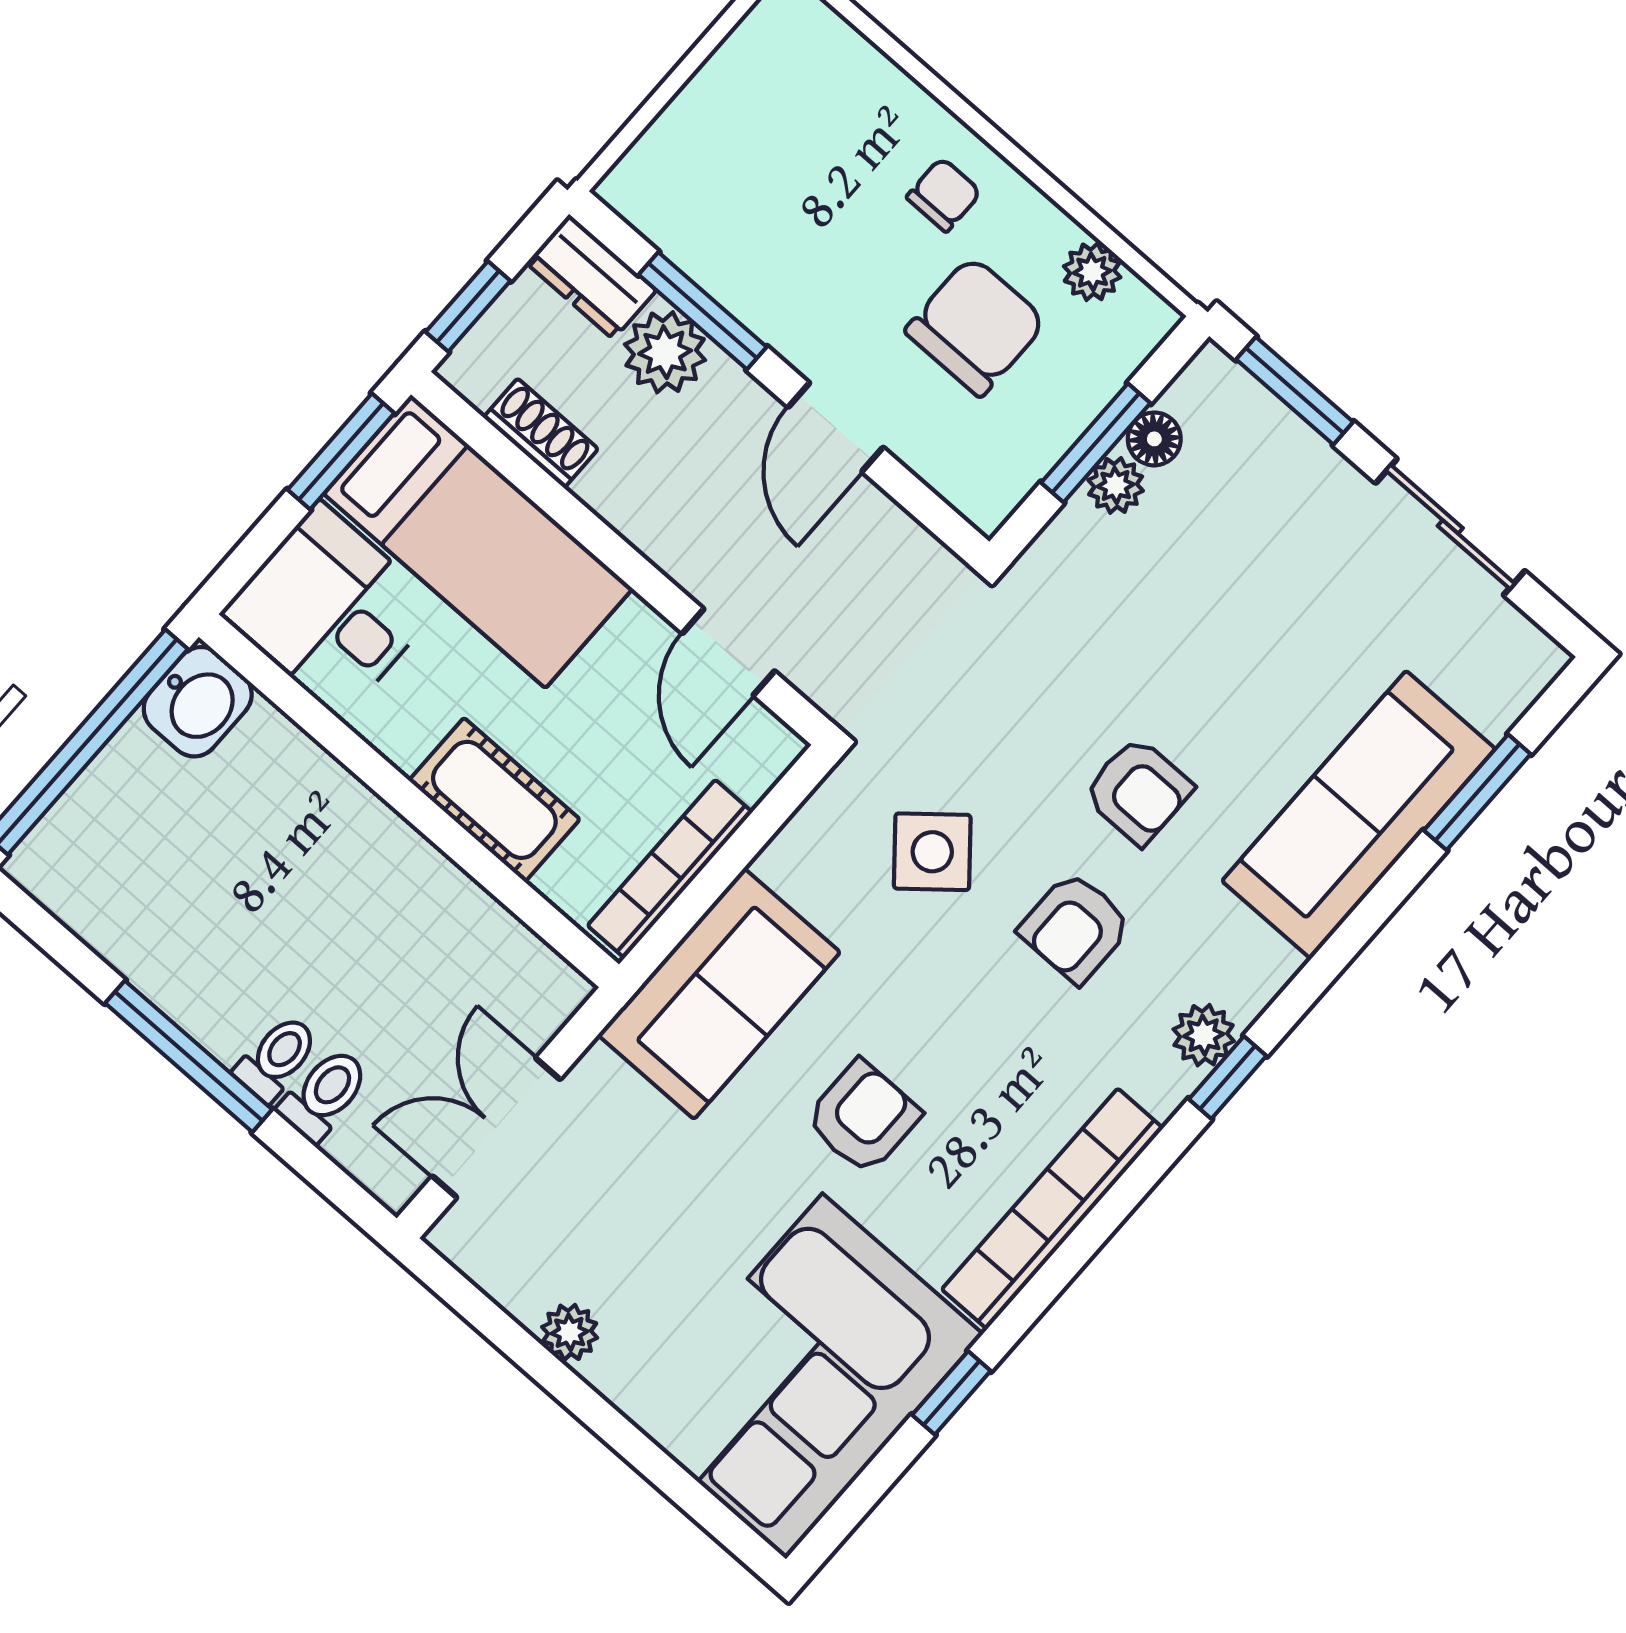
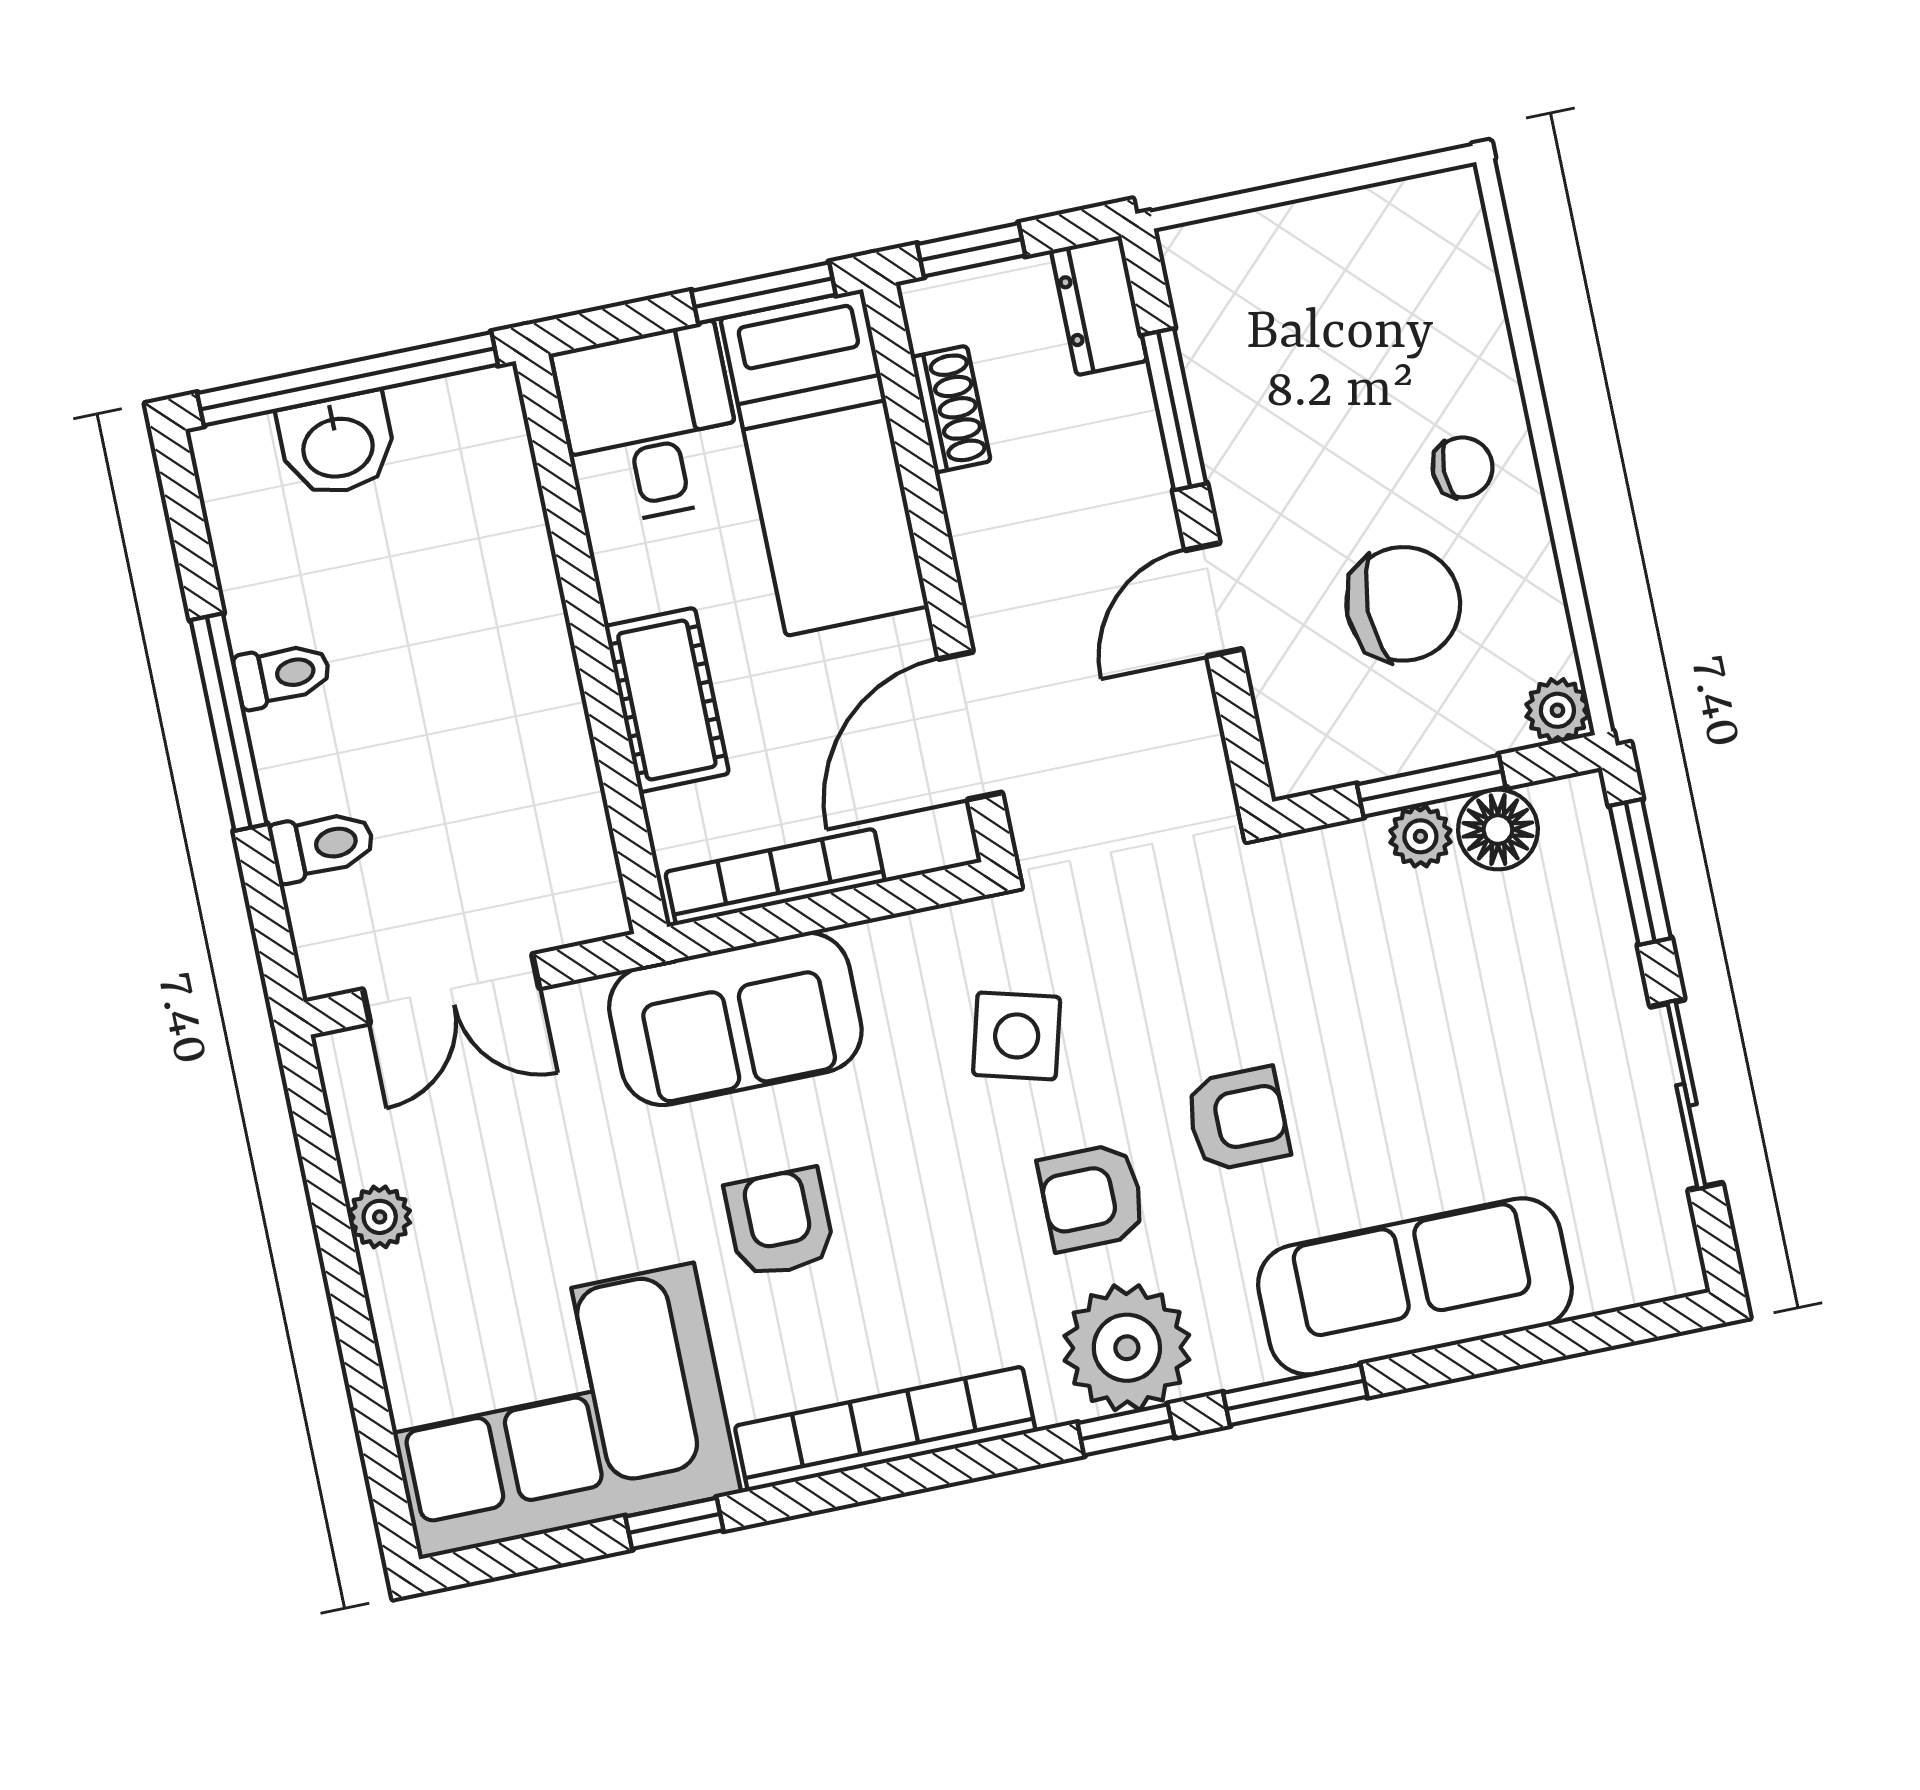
plant: (1092, 272) -> (1557, 710), moved
plant: (665, 352) -> (1114, 421), removed
floor lamp: (1154, 439) -> (1498, 830), width x1.37, depth x1.37
door: (728, 652) -> (970, 726), width x1.38
washbasin: (198, 702) -> (337, 445), moved
armchair: (1138, 791) -> (1238, 1119), turned -90
window: (1477, 792) -> (1295, 1395), moved
side table: (932, 852) -> (1017, 1036), turned -35
plant: (1204, 1035) -> (1127, 1348), width x1.87, depth x1.87
toilet: (277, 1058) -> (283, 675), moved
armchair: (863, 1117) -> (780, 1223), turned -90
double door: (496, 1128) -> (451, 989), swing flipped

